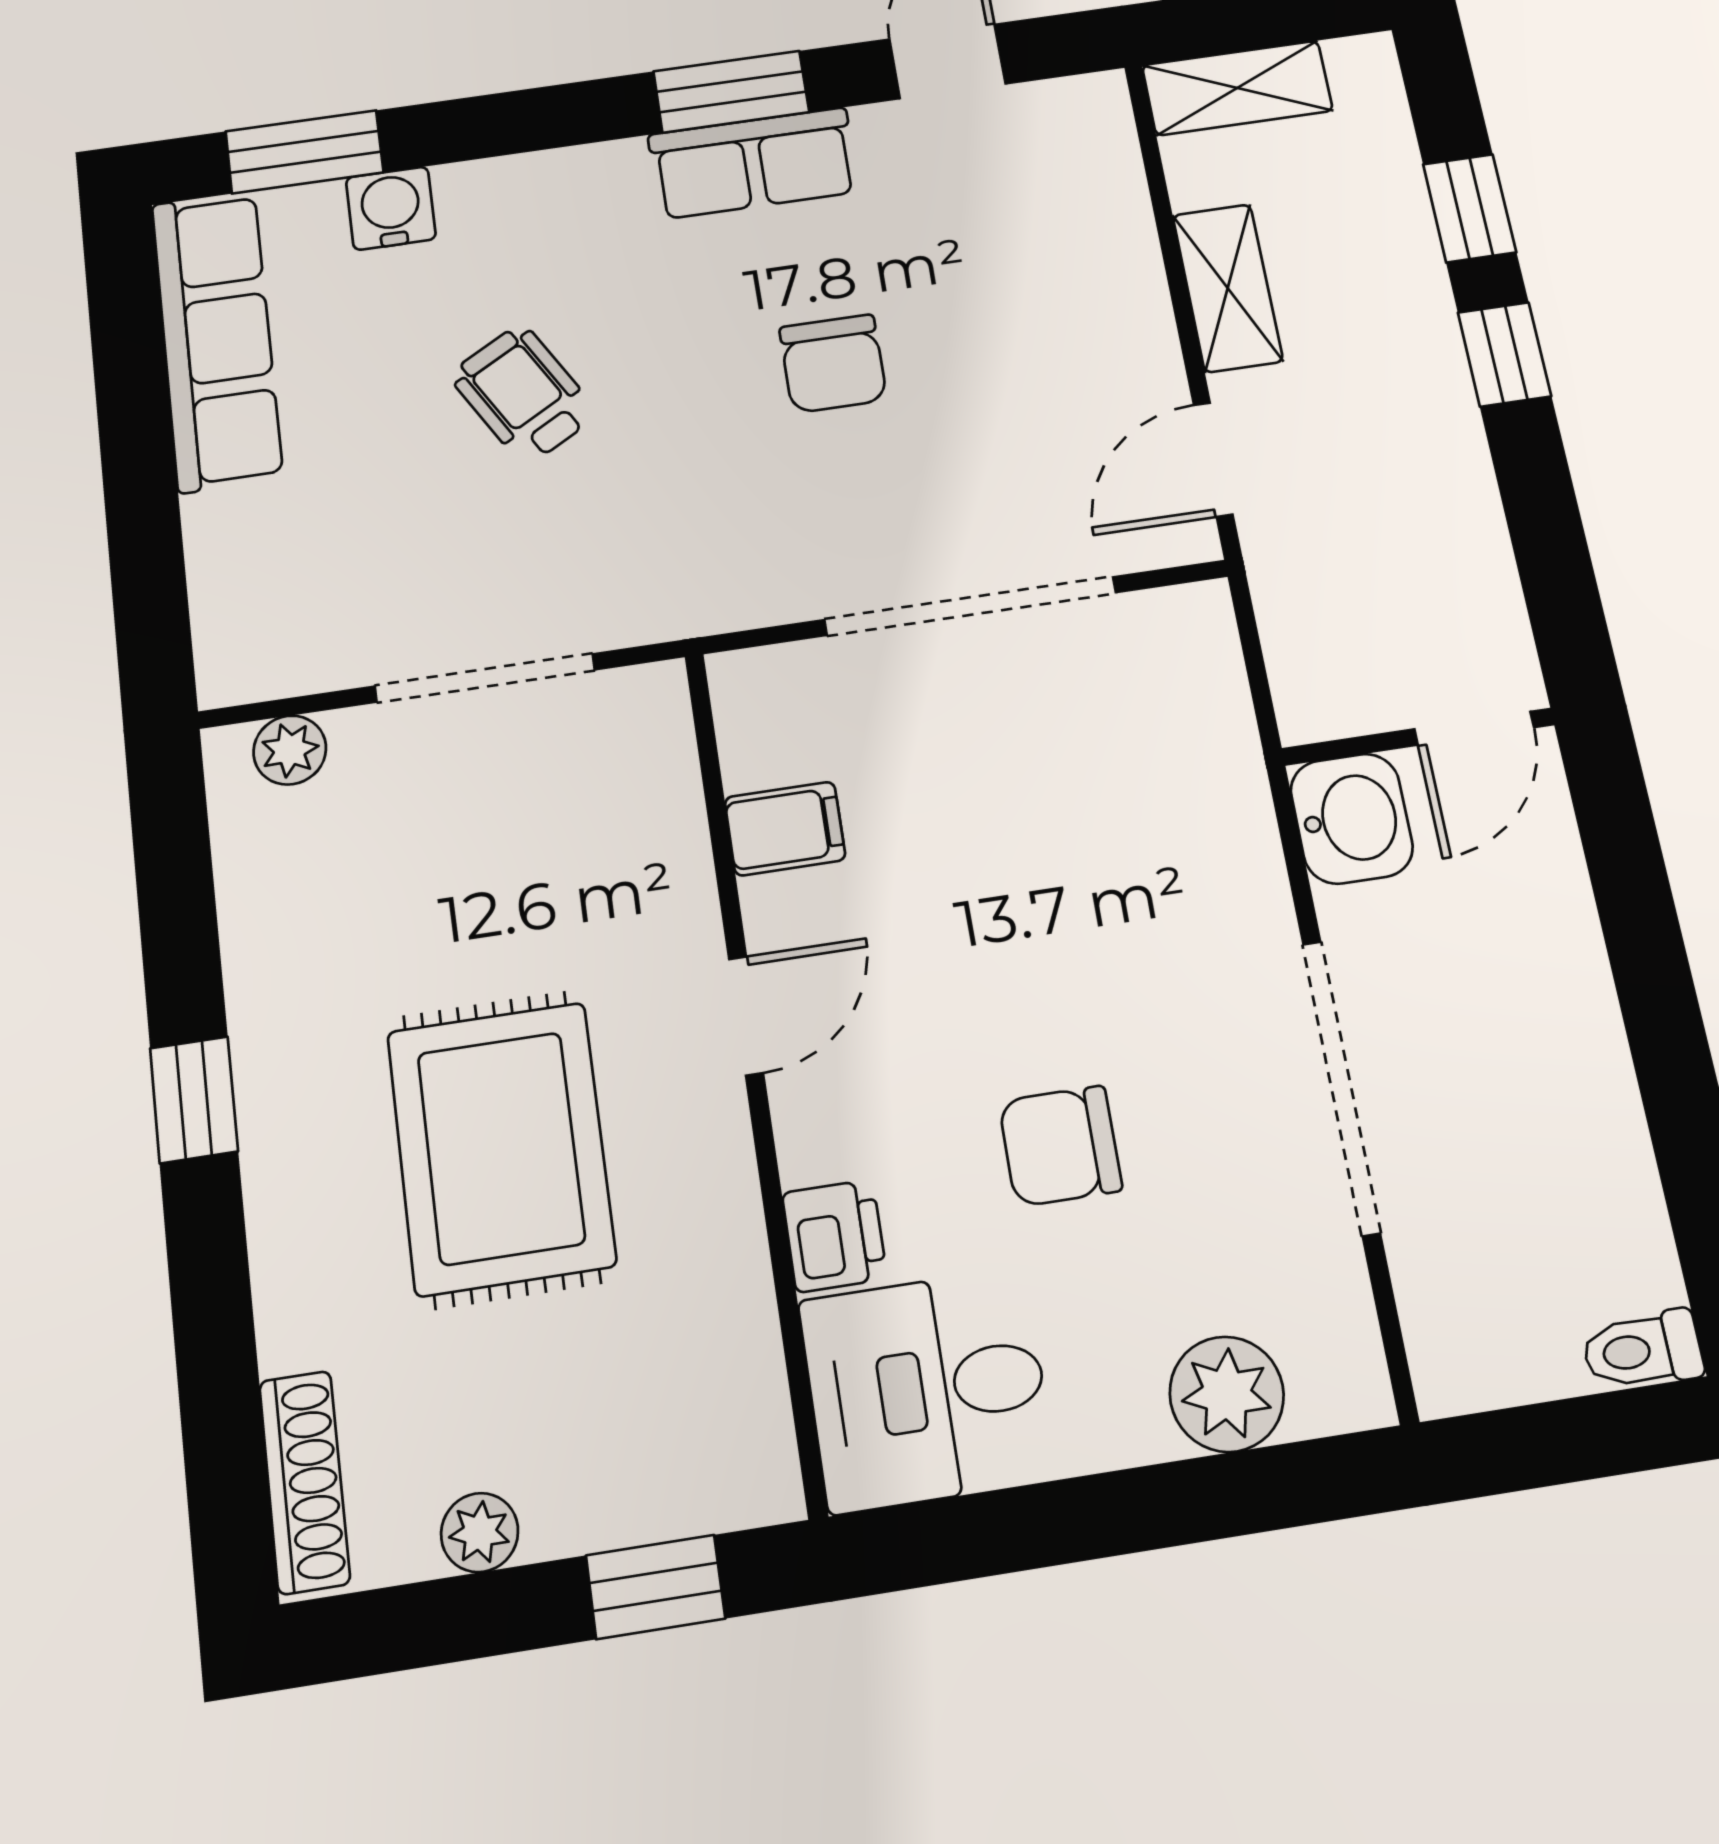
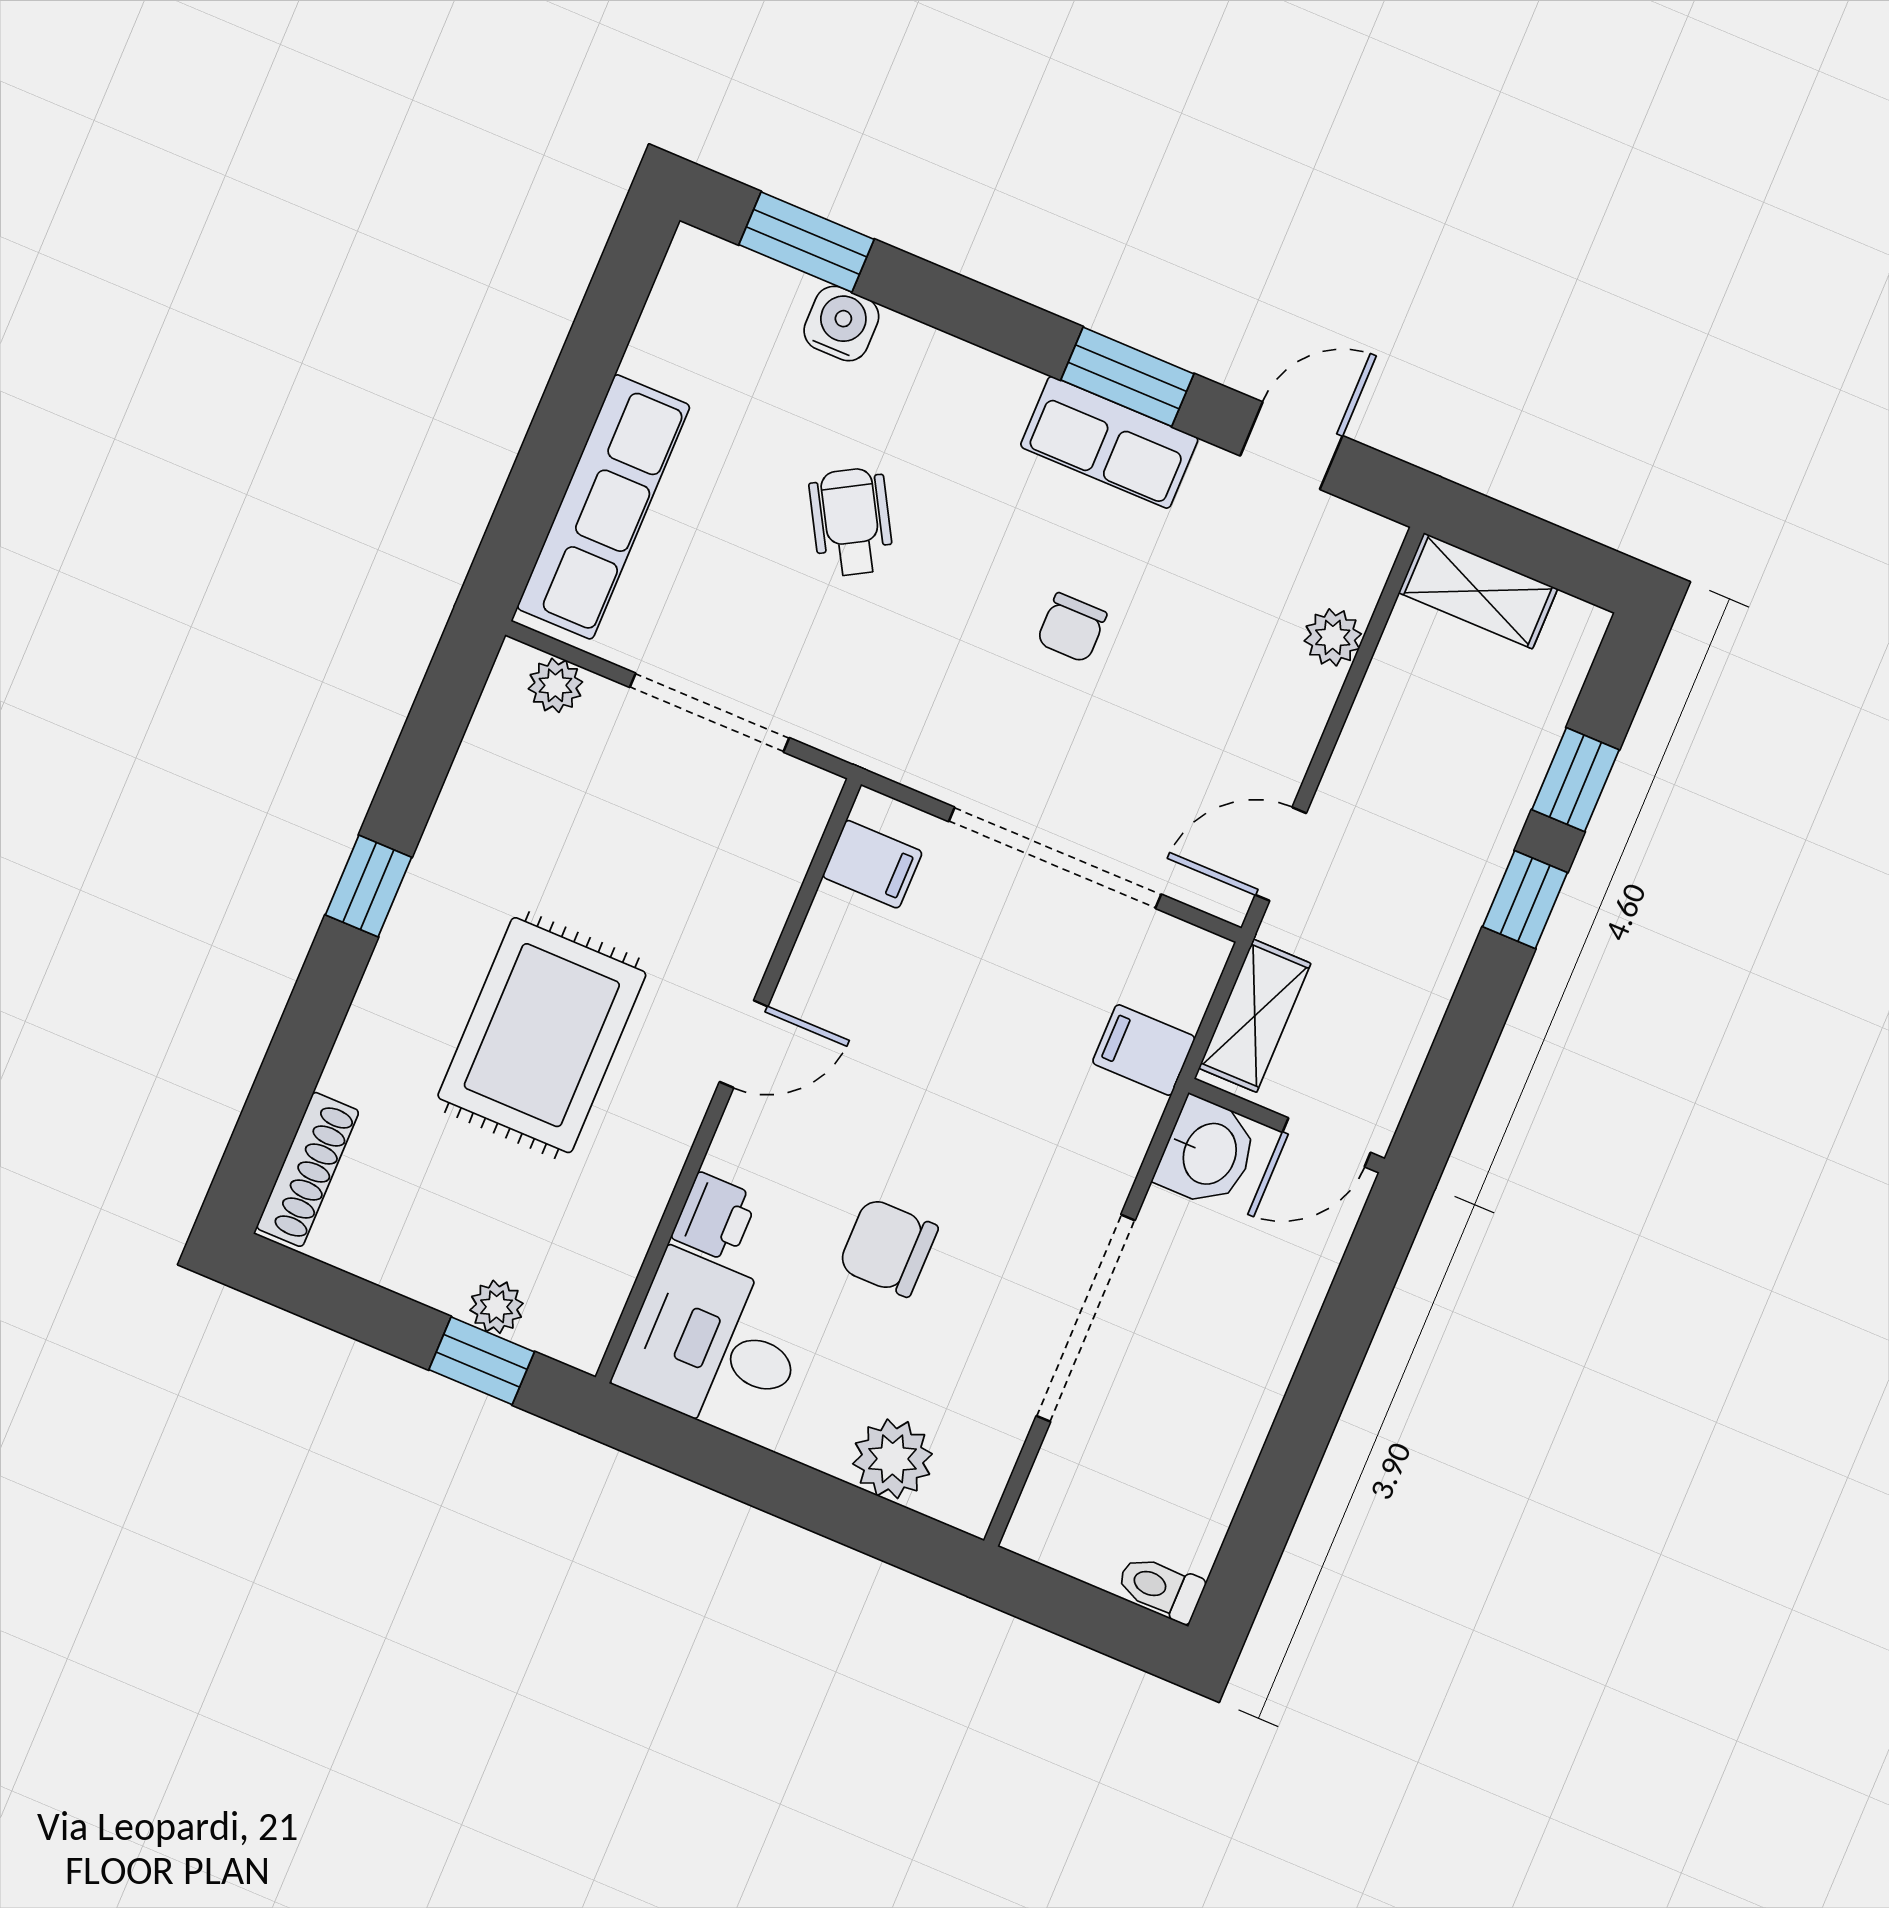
plant: (1118, 216) -> (1333, 637), added
shelving: (1228, 288) -> (1255, 1016), moved
row of seats: (217, 340) -> (604, 507), moved
chair: (833, 364) -> (1072, 628), width x0.73, depth x0.73
filing cabinet: (1205, 750) -> (1144, 1050), added
filing cabinet: (785, 829) -> (872, 864), moved
plant: (480, 1533) -> (497, 1307), moved

